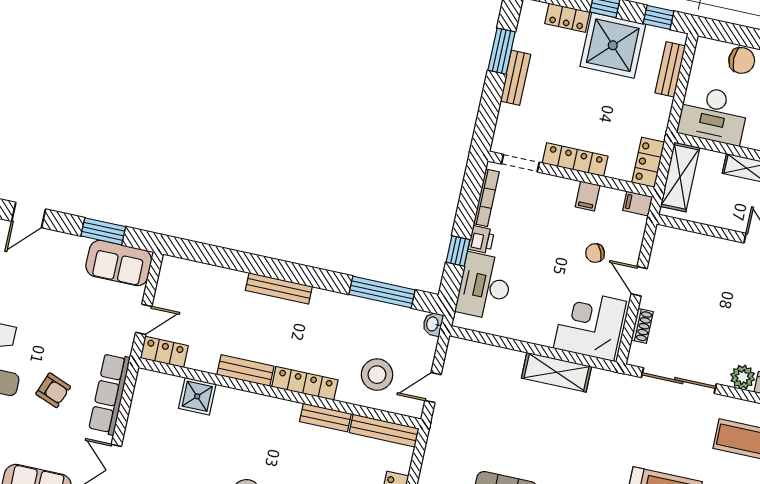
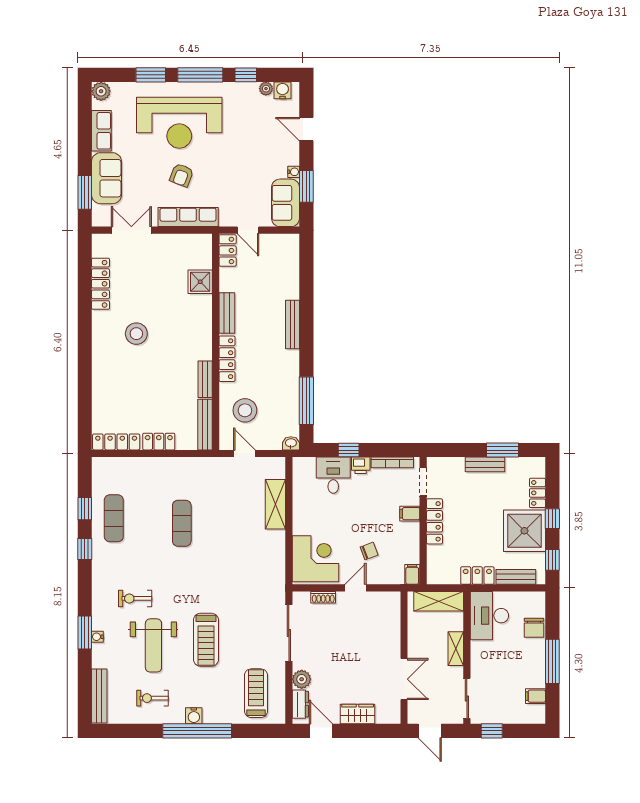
locker: (648, 162) -> (477, 575), moved
filing cabinet: (588, 196) -> (410, 514), moved
water cooler: (81, 244) -> (294, 172), added
chair: (595, 253) -> (369, 551), turned 91
desk: (485, 286) -> (333, 475), width x0.73
shelving: (557, 372) -> (275, 504), moved

